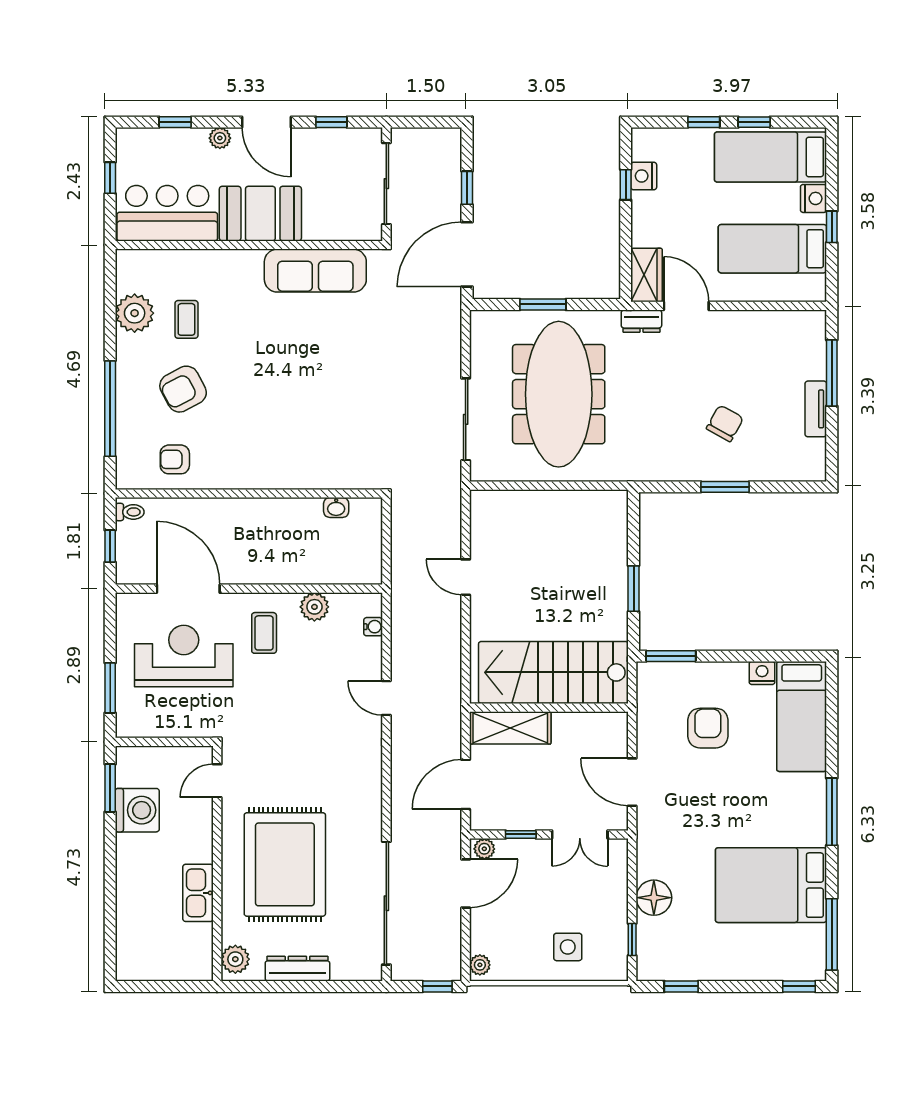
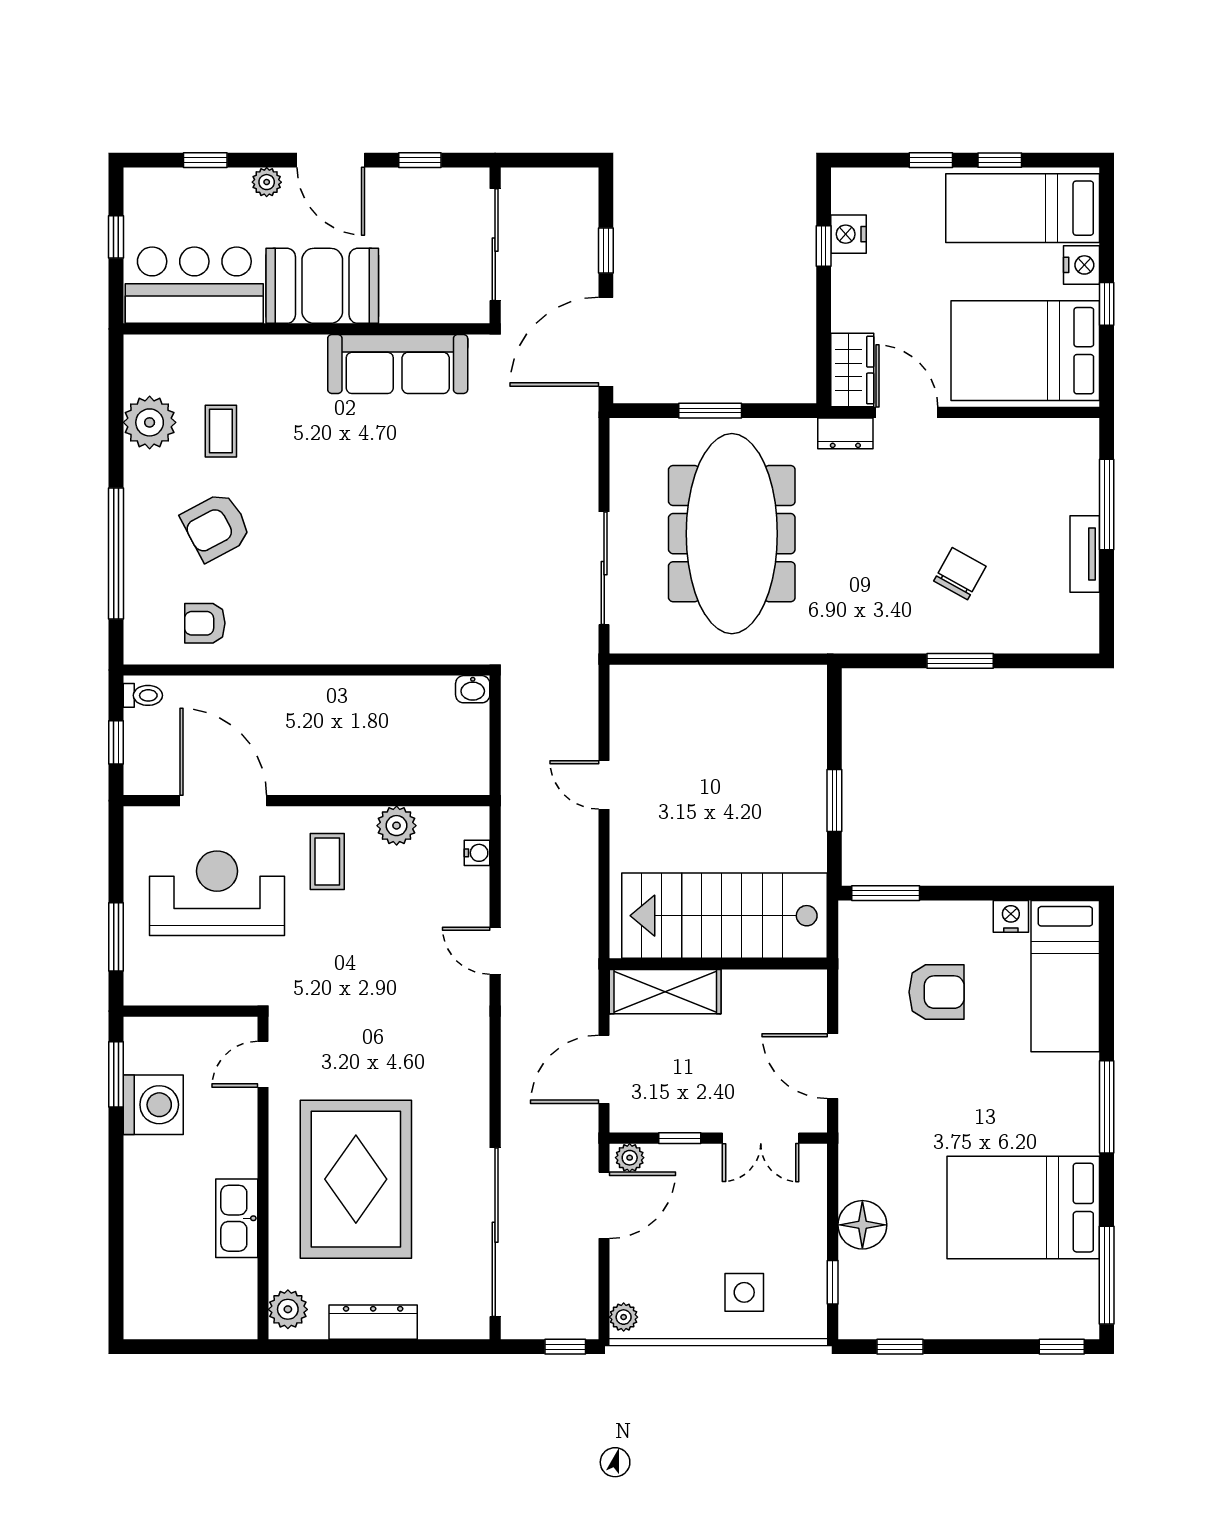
bed: (772, 249) -> (1025, 351), width x1.50
washbasin: (336, 507) -> (473, 689), moved
armchair: (708, 728) -> (937, 992), turned 90

